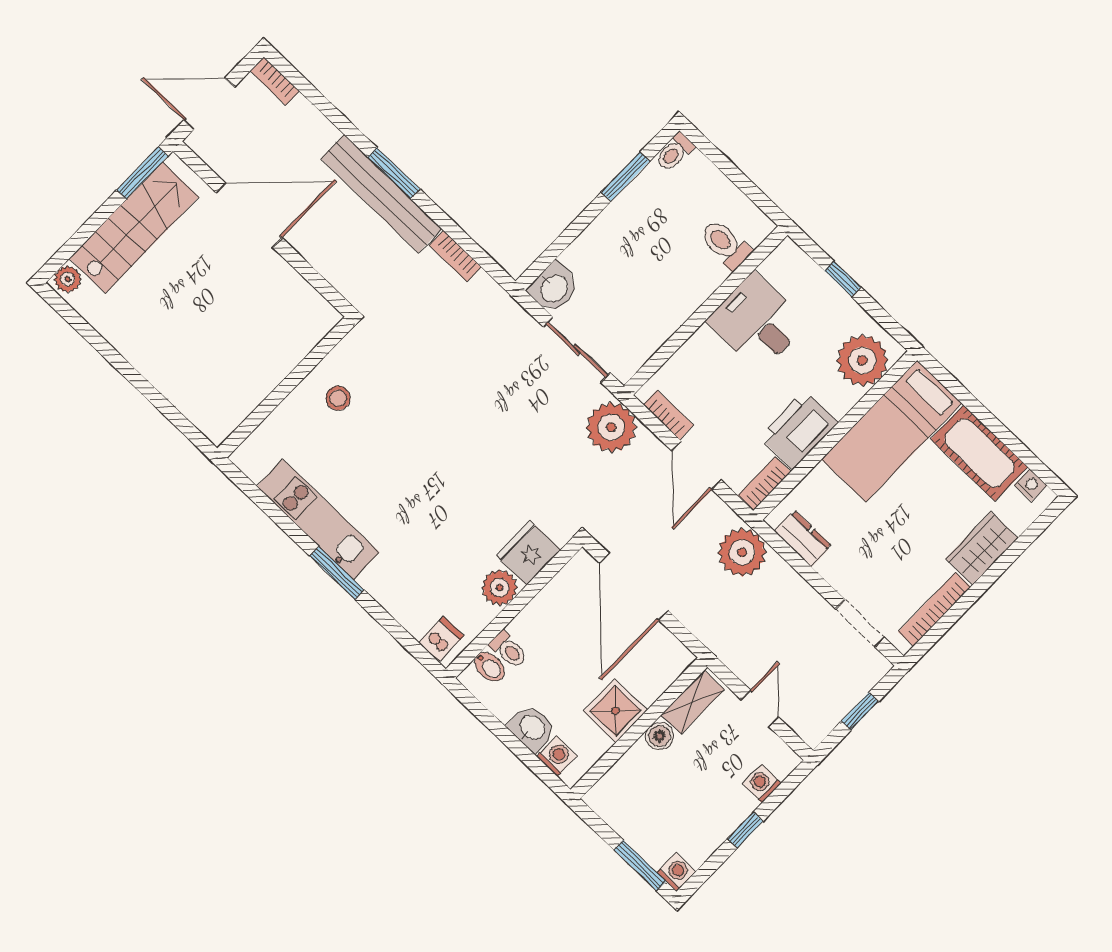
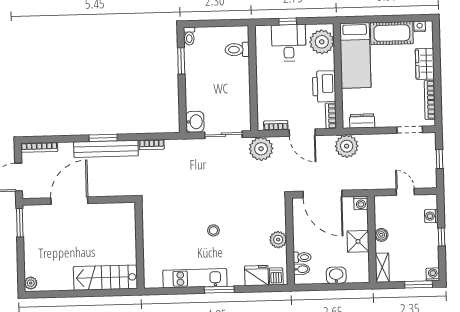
bookcase: (275, 81) -> (39, 147), width x1.56
stairs: (134, 228) -> (106, 278), moved, turned -90
desk: (757, 322) -> (289, 43), moved, turned 90
stool: (338, 398) -> (213, 230), moved
fridge: (529, 553) -> (257, 276), moved, turned 90
shelving: (693, 702) -> (382, 268), moved
washing machine: (557, 756) -> (361, 203), moved, turned 180

